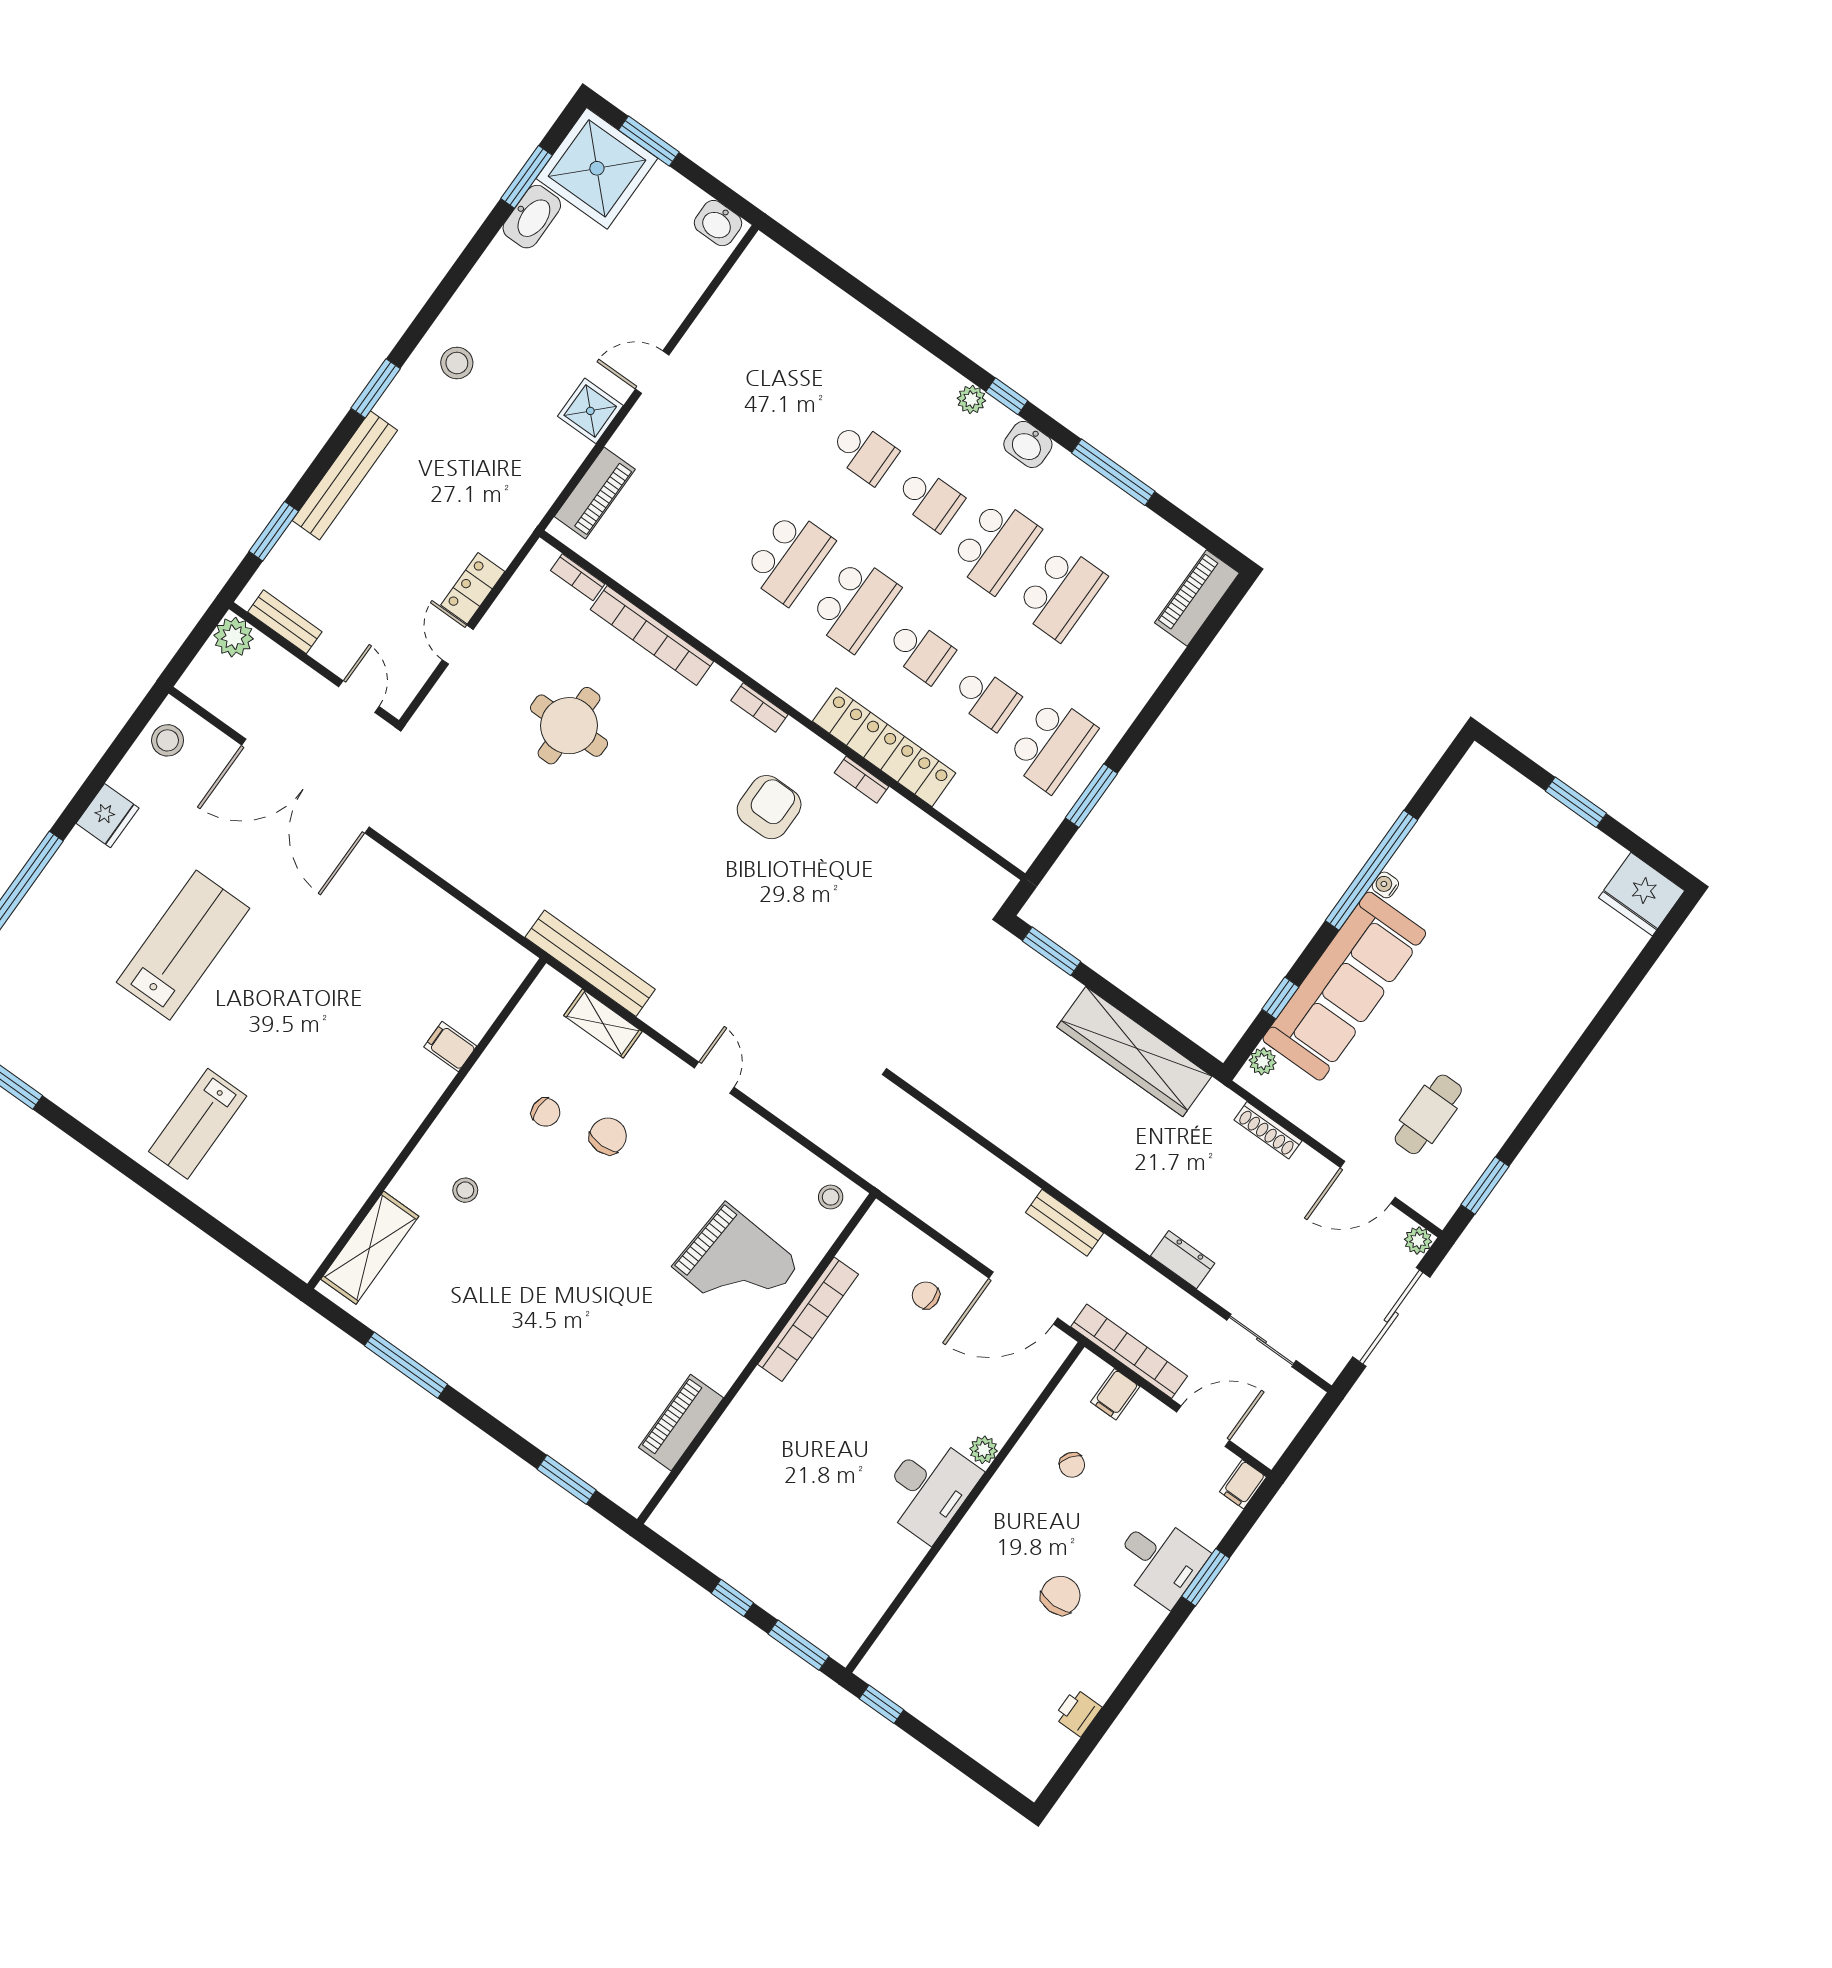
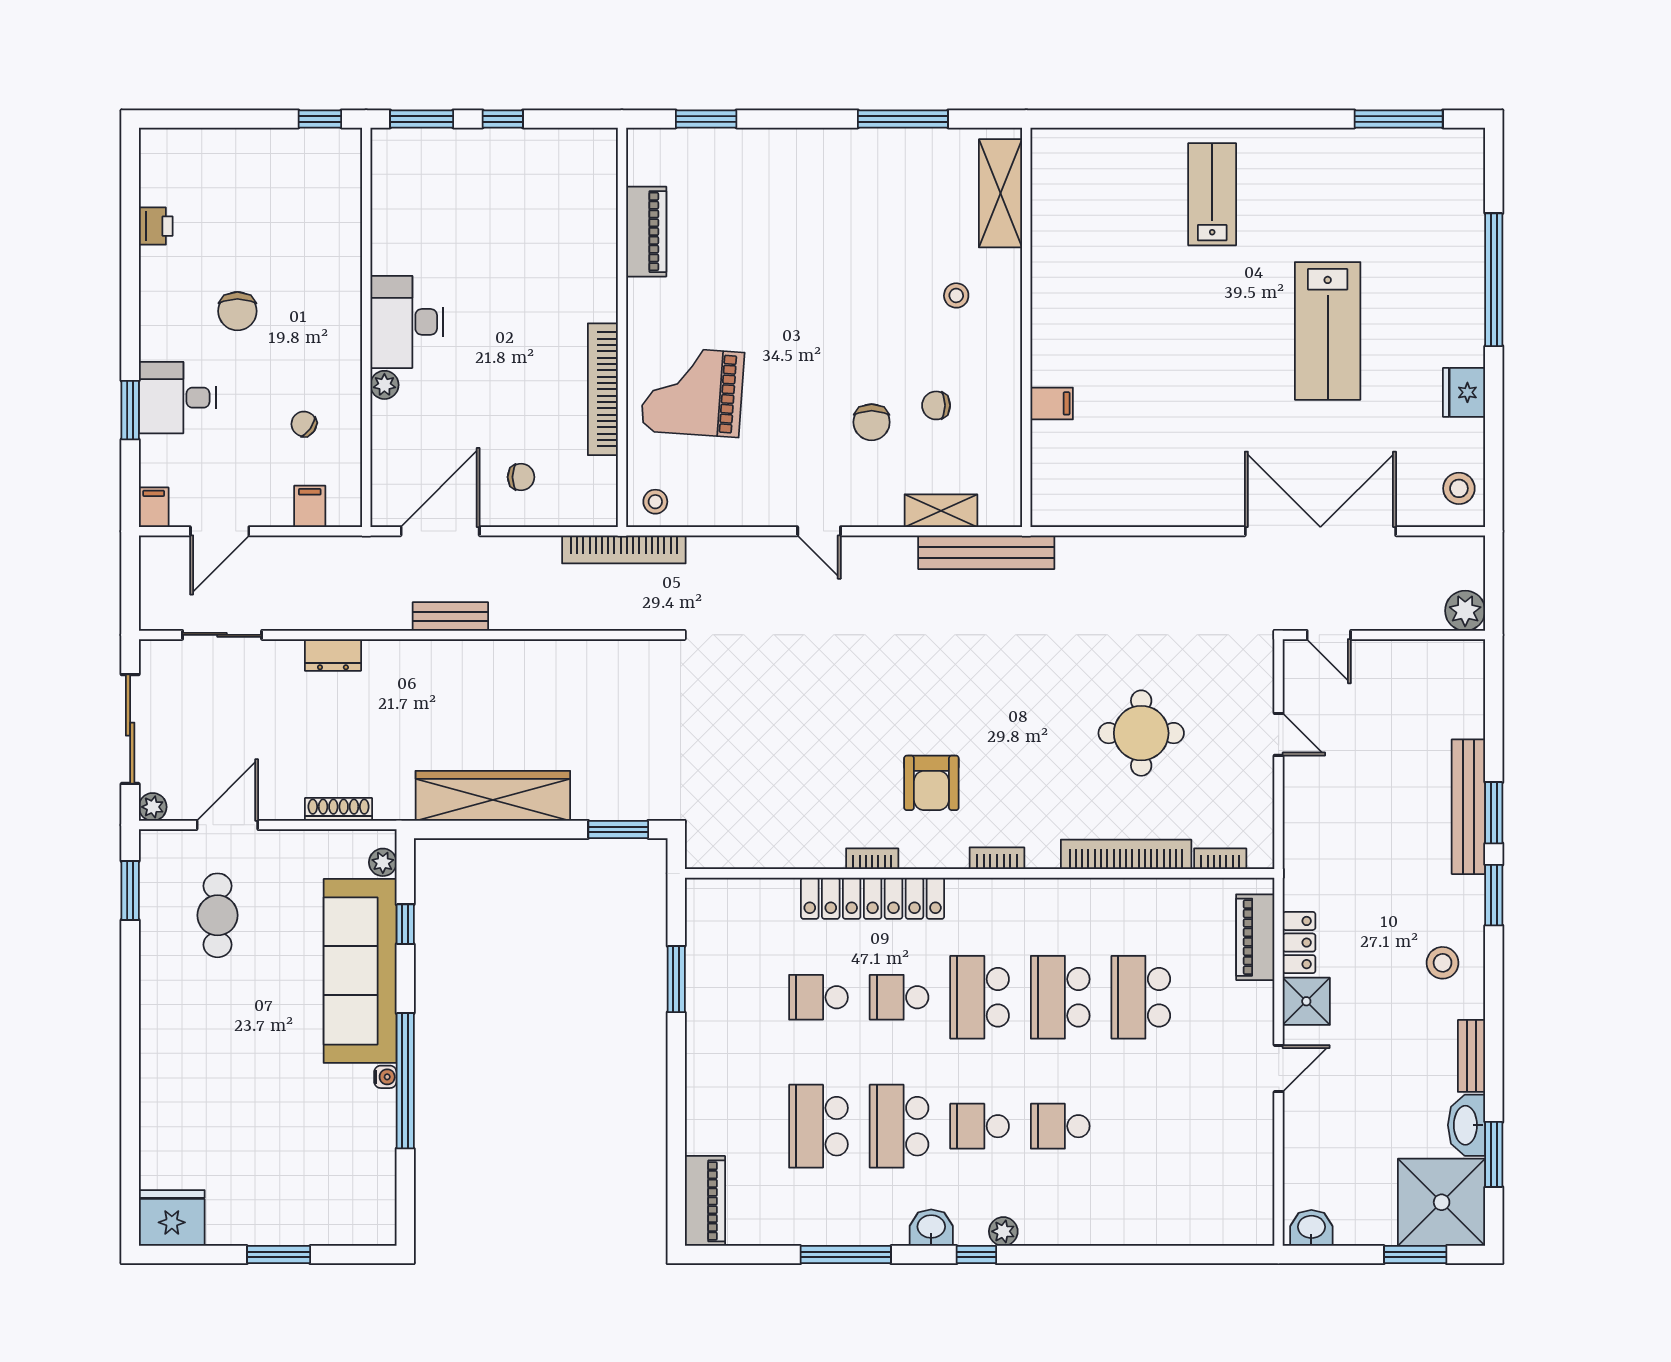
window: (274, 531) -> (1494, 813), moved
locker: (473, 588) -> (1299, 943), moved
bench: (285, 622) -> (1471, 1056), moved, turned 90
school desk: (1052, 745) -> (1141, 997), moved
bookcase: (1129, 1351) -> (624, 549), moved

